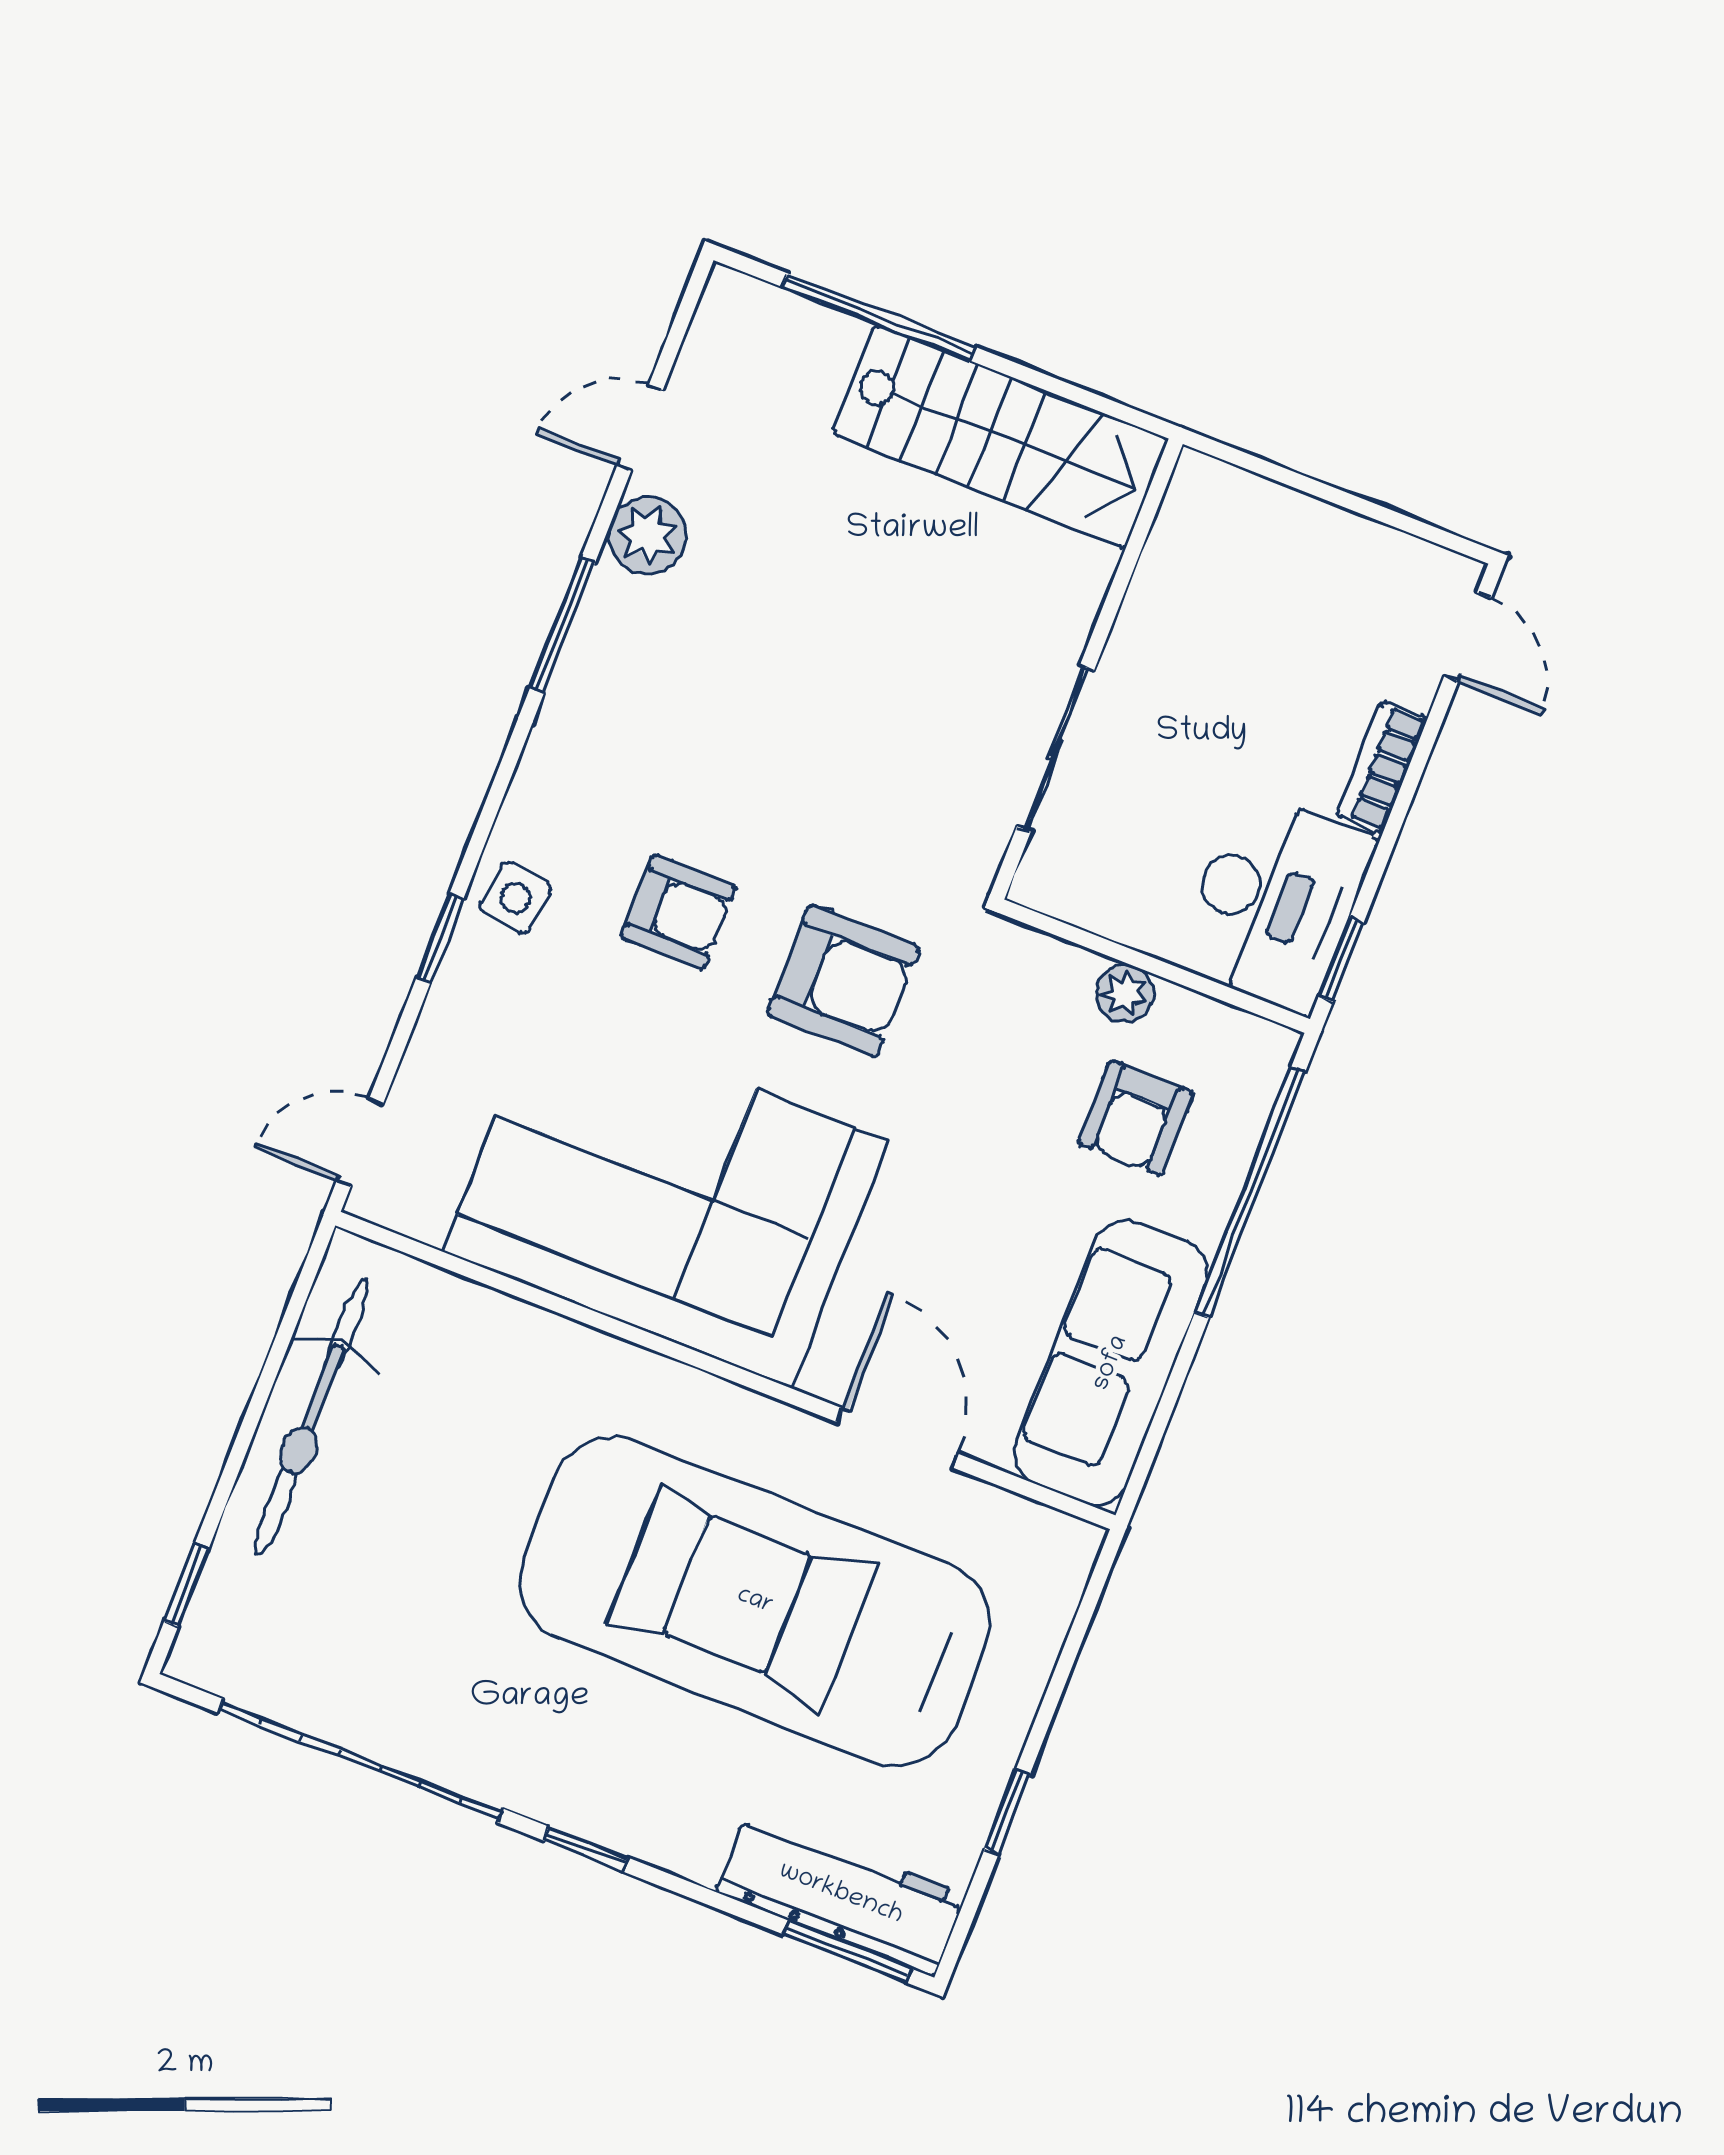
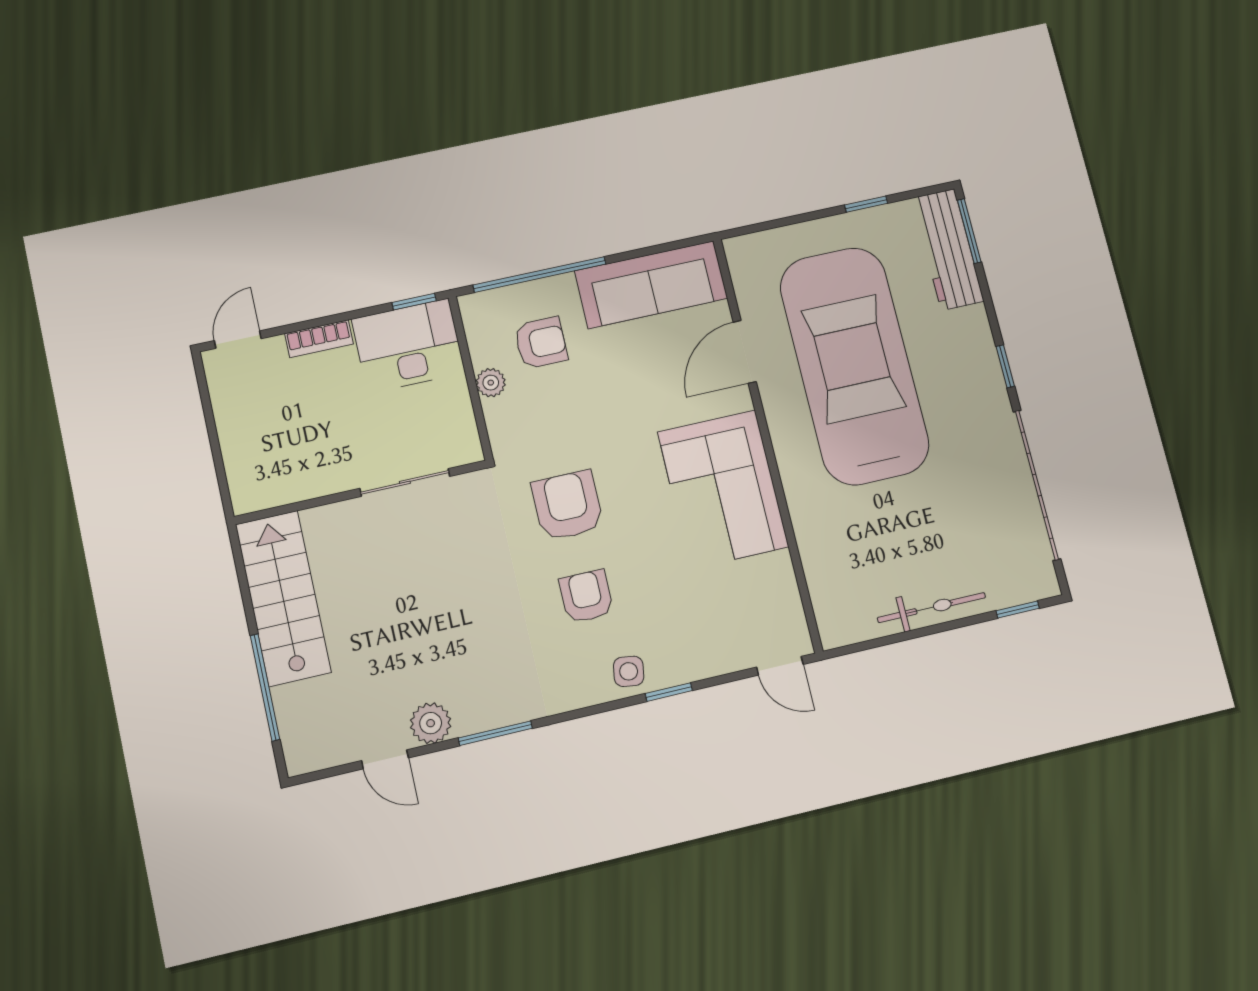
corner sofa: (666, 1196) -> (723, 489), width x0.73, depth x0.74
bicycle: (312, 1417) -> (932, 608), width x0.73, depth x0.71
car: (755, 1601) -> (854, 366), turned 180

